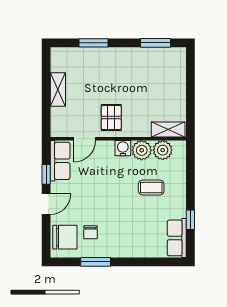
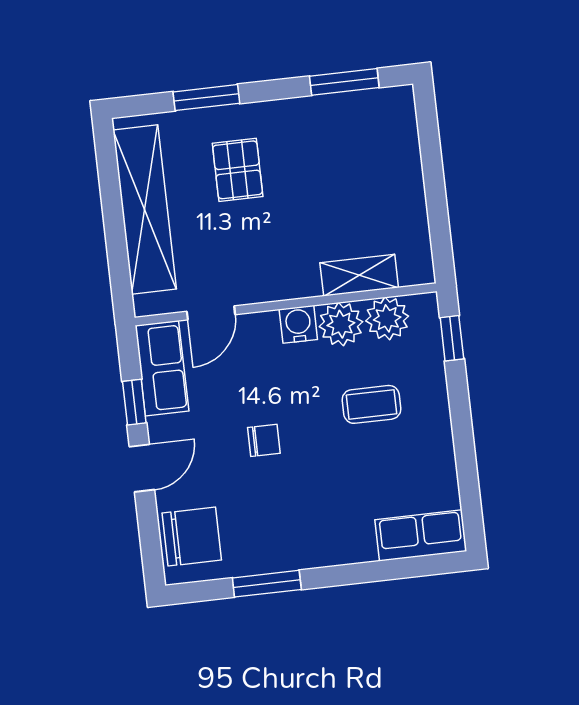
shelving: (58, 90) -> (145, 210), width x2.20, depth x1.33
pallet: (111, 118) -> (238, 170), moved
shelving: (168, 130) -> (359, 275), moved
window: (190, 220) -> (452, 338), moved
chair: (90, 232) -> (264, 440), moved, turned -90
row of seats: (177, 238) -> (421, 536), moved, turned 90

